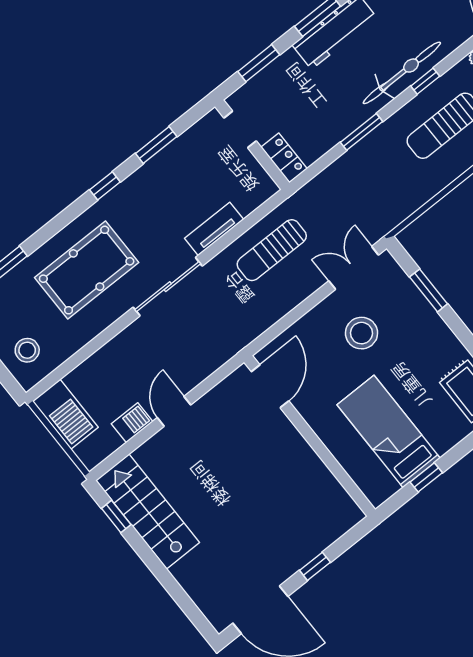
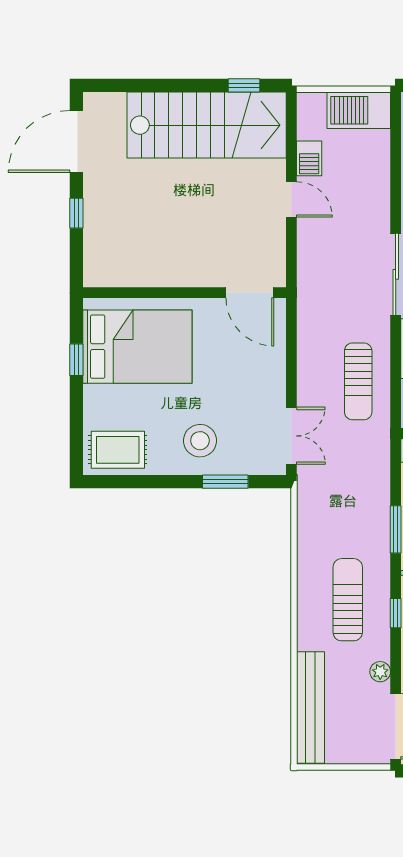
sun lounger: (272, 250) -> (358, 381), turned 180
stool: (362, 333) -> (200, 441), moved
bed: (389, 432) -> (137, 347), width x1.50
stairs: (148, 511) -> (207, 125), width x1.36, depth x1.51

